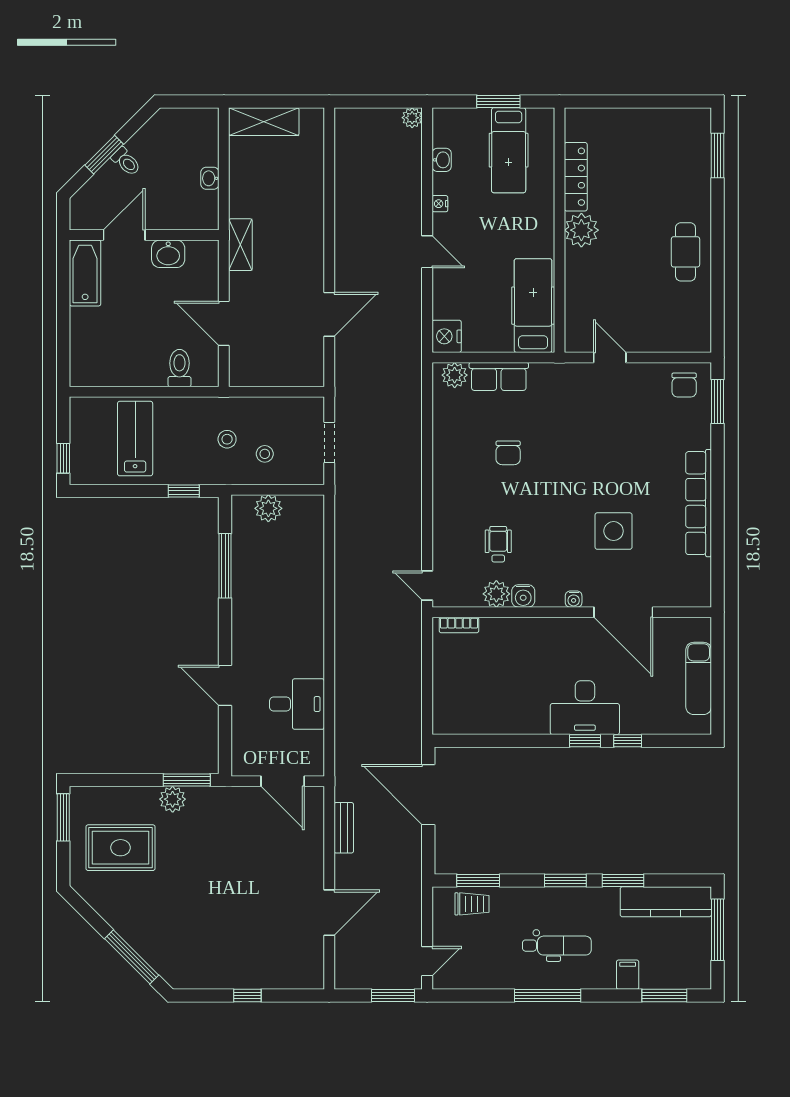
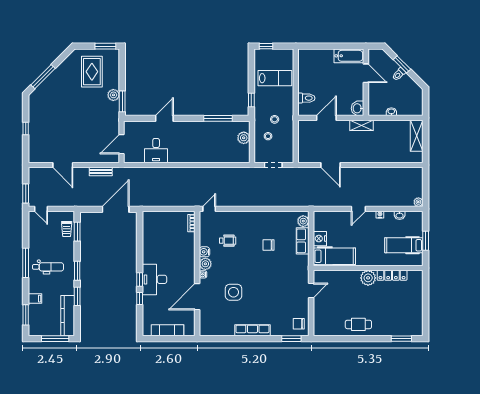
washbasin: (168, 254) -> (358, 108), moved
nightstand: (447, 336) -> (320, 239), moved, turned -90
row of seats: (699, 503) -> (252, 330), width x0.73
plant: (496, 594) -> (205, 264), moved
dental chair: (557, 946) -> (48, 267), turned -90

